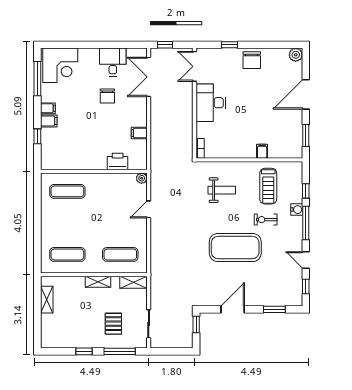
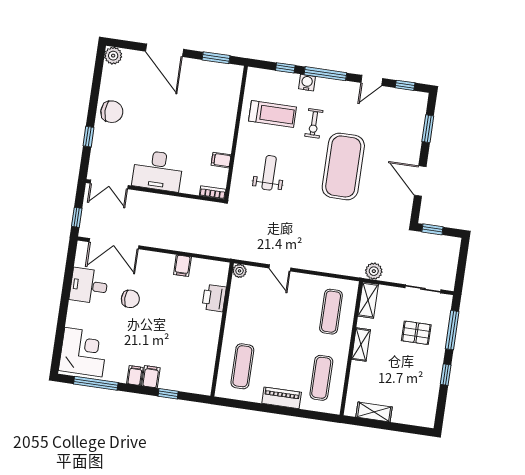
filing cabinet: (262, 151) -> (221, 160), moved
piano: (47, 226) -> (282, 398), added
plant: (157, 283) -> (374, 271), added

